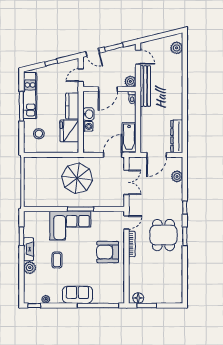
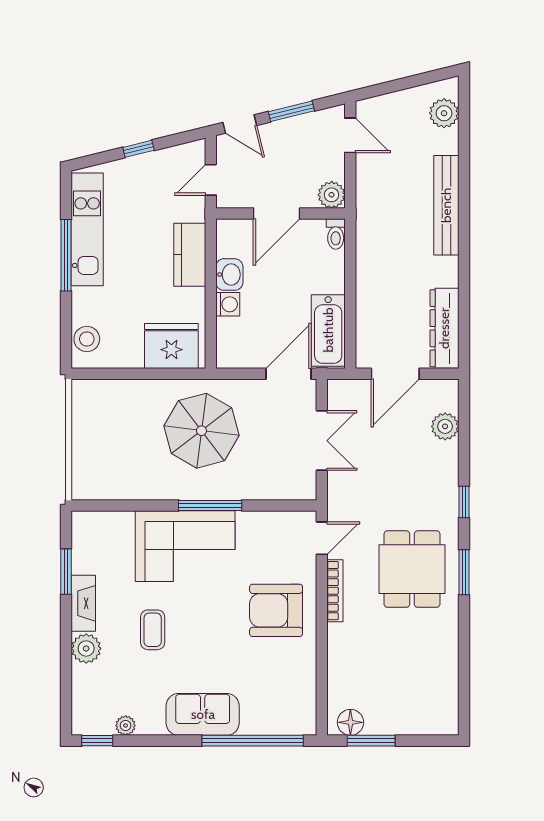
bench: (145, 86) -> (446, 205), moved
fridge: (69, 131) -> (171, 346), moved, turned 90
stool: (39, 134) -> (87, 339), moved

